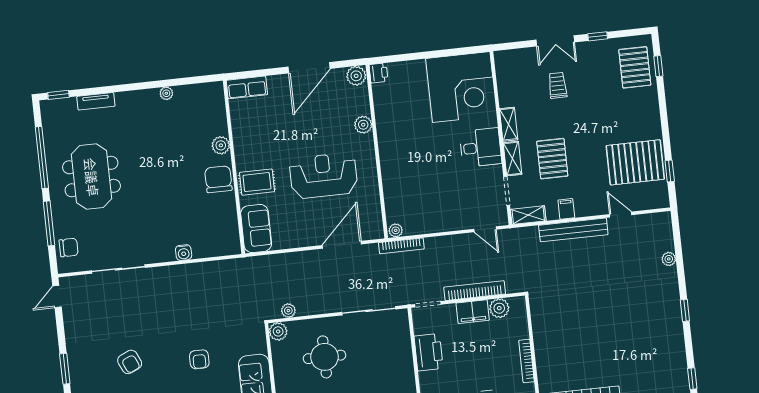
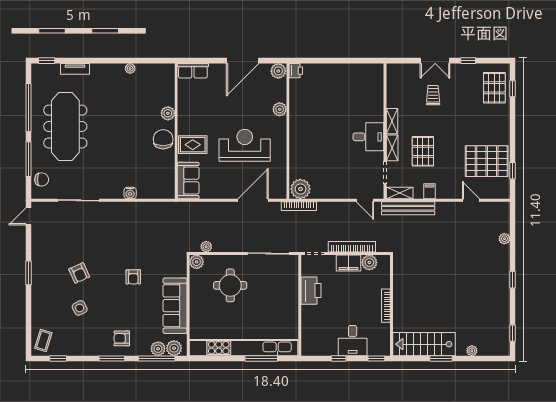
corner desk: (461, 87) -> (359, 88), removed
meeting table: (92, 177) -> (65, 127), width x1.36
plant: (396, 230) -> (300, 189), width x1.87, depth x1.87
bench: (573, 230) -> (408, 208), moved

